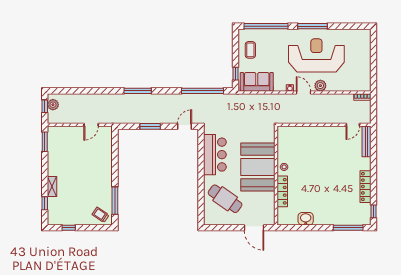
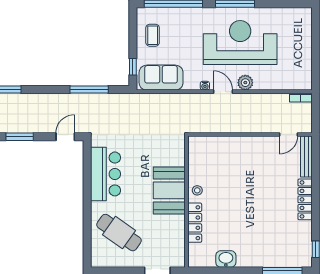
window: (203, 91) -> (89, 90), width x0.68
booth: (258, 167) -> (169, 190), width x0.73, depth x0.70
locker: (366, 187) -> (305, 199), moved

